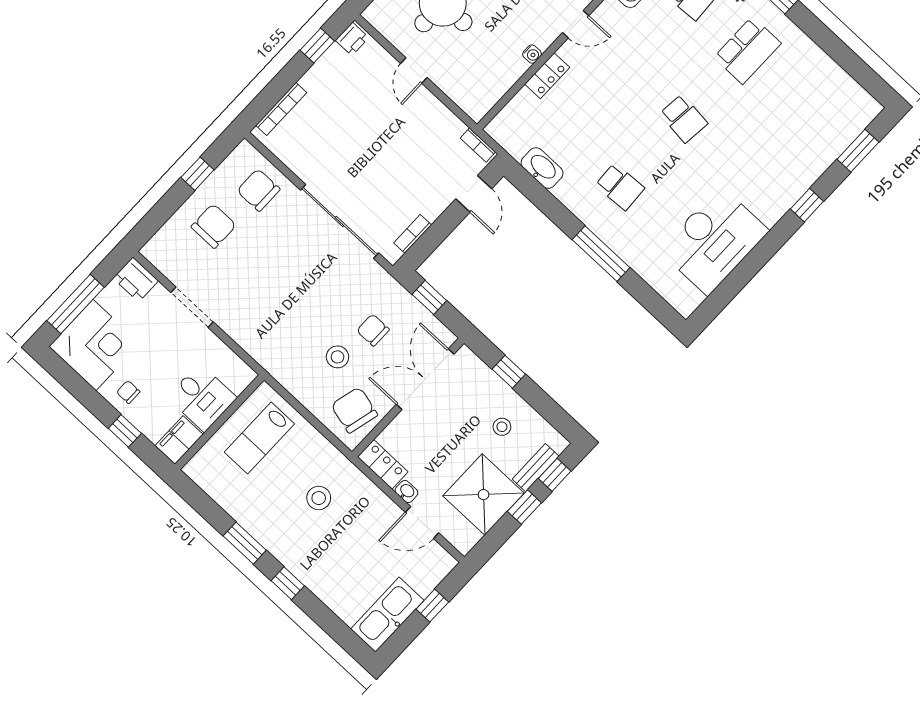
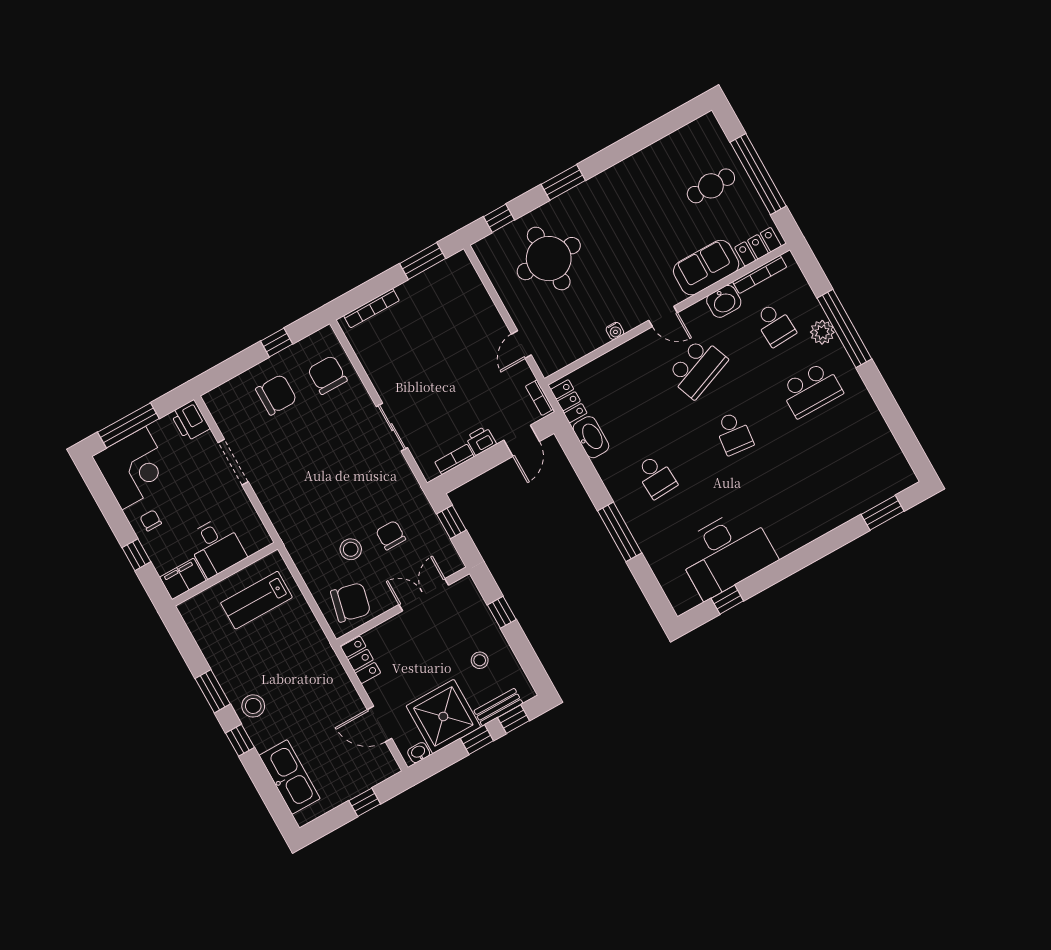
printer: (352, 39) -> (481, 441), moved, turned 180
window: (317, 46) -> (423, 261), width x1.50
school desk: (626, 65) -> (697, 368), added
door: (414, 70) -> (521, 345), moved
locker: (547, 76) -> (569, 401), moved, turned -90
window: (807, 205) -> (727, 600), moved
sliding door: (340, 222) -> (392, 427), width x0.54
double door: (425, 379) -> (424, 595), width x0.73
chair: (354, 410) -> (351, 602), turned 89
washbasin: (406, 492) -> (419, 753), moved, turned -90
stool: (319, 498) -> (253, 706), moved
kitchen sink: (387, 615) -> (290, 777), moved, turned 90

